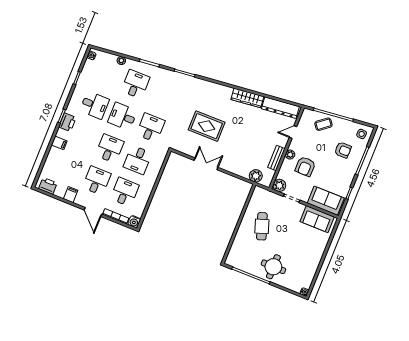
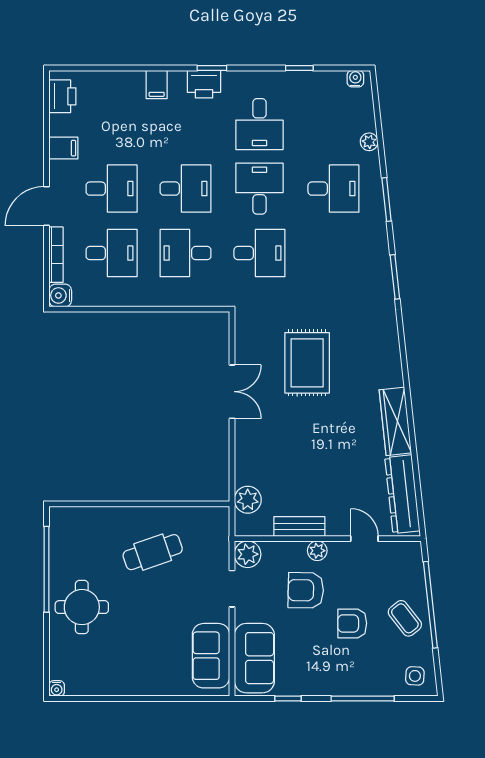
coffee table: (323, 124) -> (405, 618), moved
armchair: (343, 150) -> (352, 623), moved, turned 90

